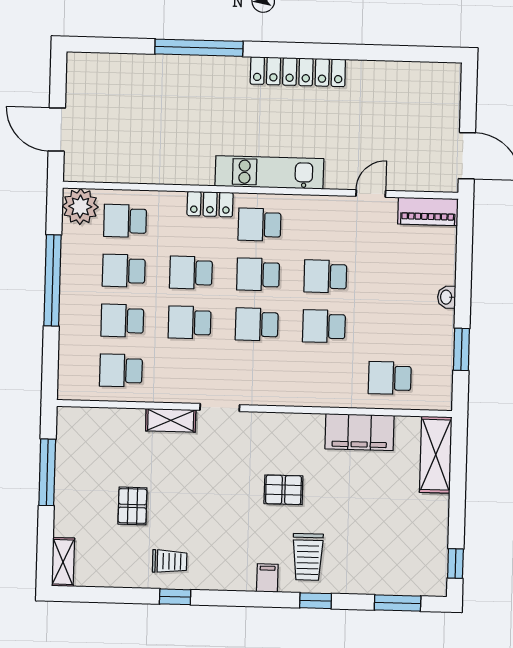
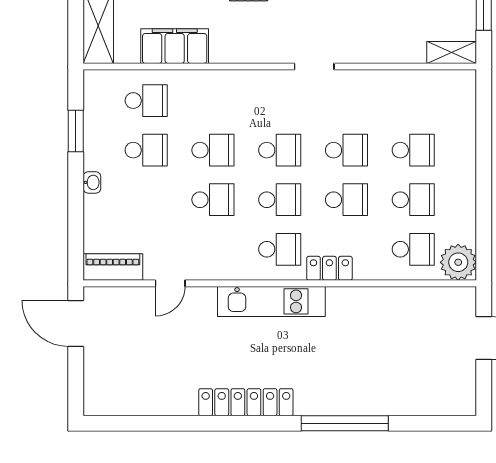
window: (53, 280) -> (484, 188), removed
school desk: (121, 370) -> (146, 150), moved
shelving: (171, 420) -> (452, 52), moved

